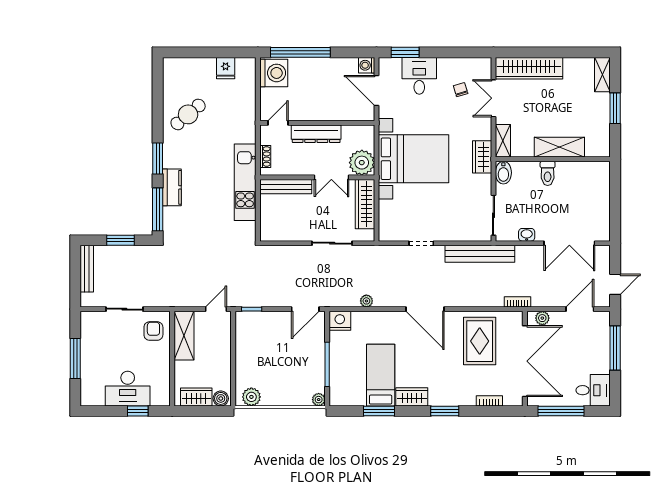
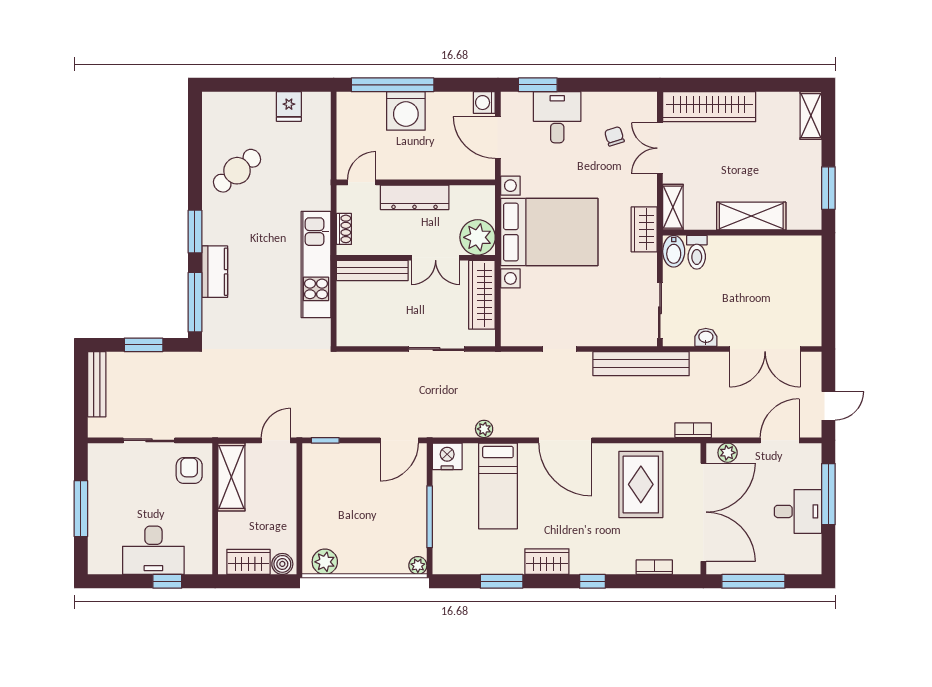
washing machine: (274, 73) -> (406, 111), moved, turned 90
window: (615, 108) -> (828, 188), moved
toilet: (548, 173) -> (697, 252), moved
bed: (381, 375) -> (498, 486), moved, turned 180
desk: (593, 390) -> (798, 511), moved
window: (445, 411) -> (592, 581), width x0.67

